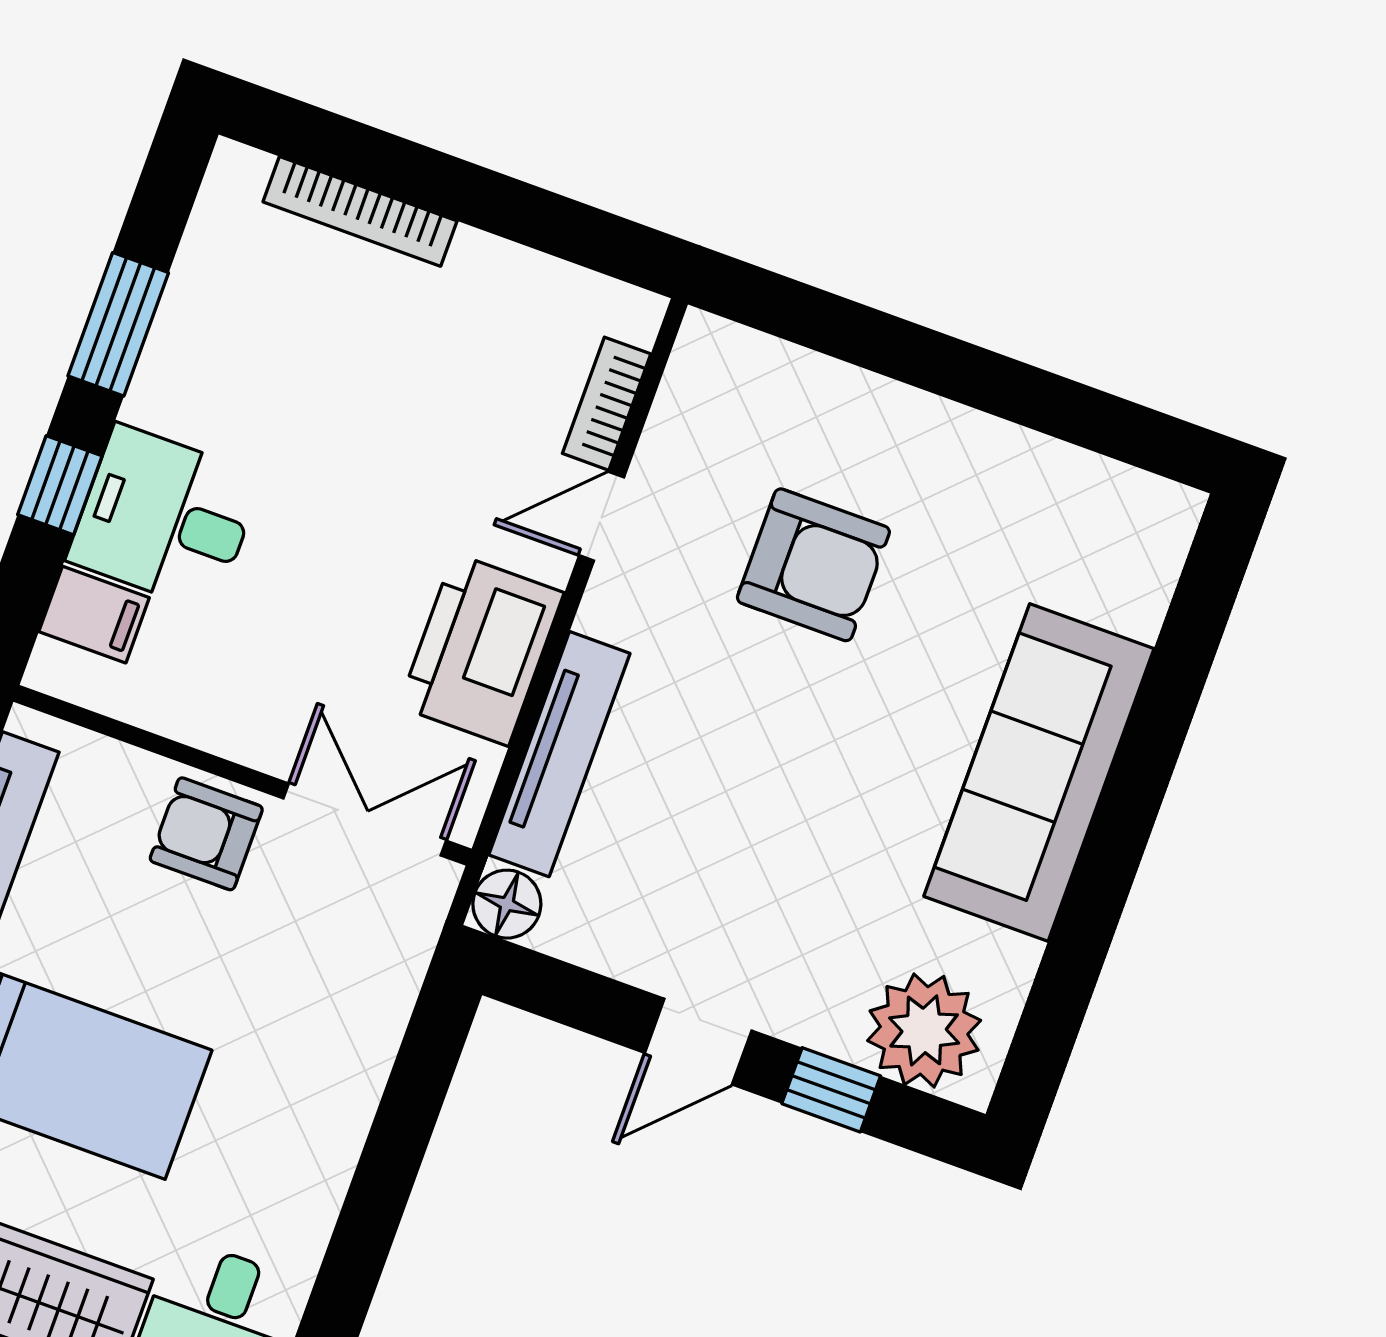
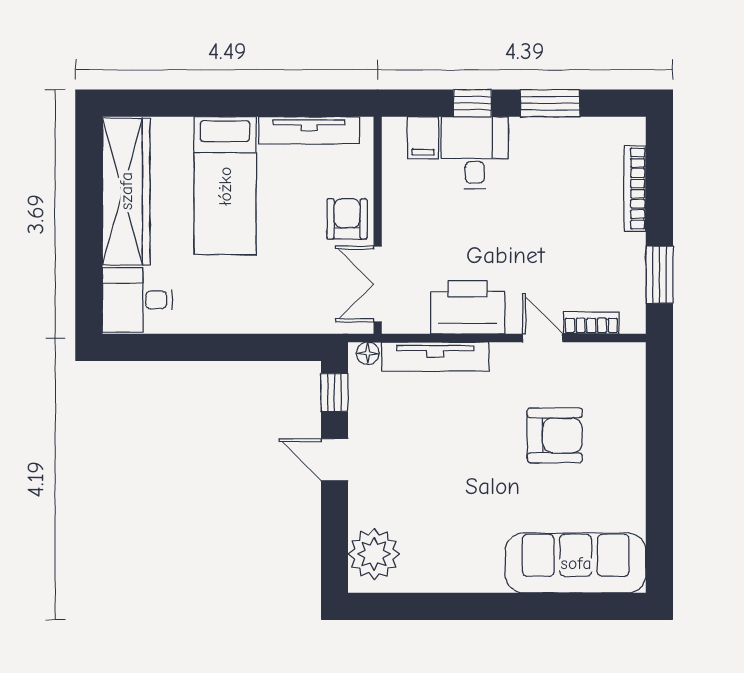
window: (558, 226) -> (659, 275), added
armchair: (813, 565) -> (555, 435), turned -90
sofa: (1039, 773) -> (576, 563), moved
double door: (365, 820) -> (378, 284), swing flipped
floor lamp: (507, 904) -> (368, 353), width x0.73, depth x0.73
window: (831, 1090) -> (334, 393), moved

